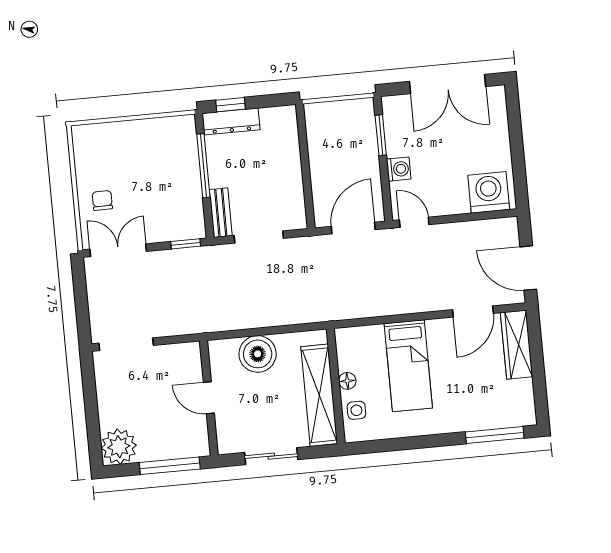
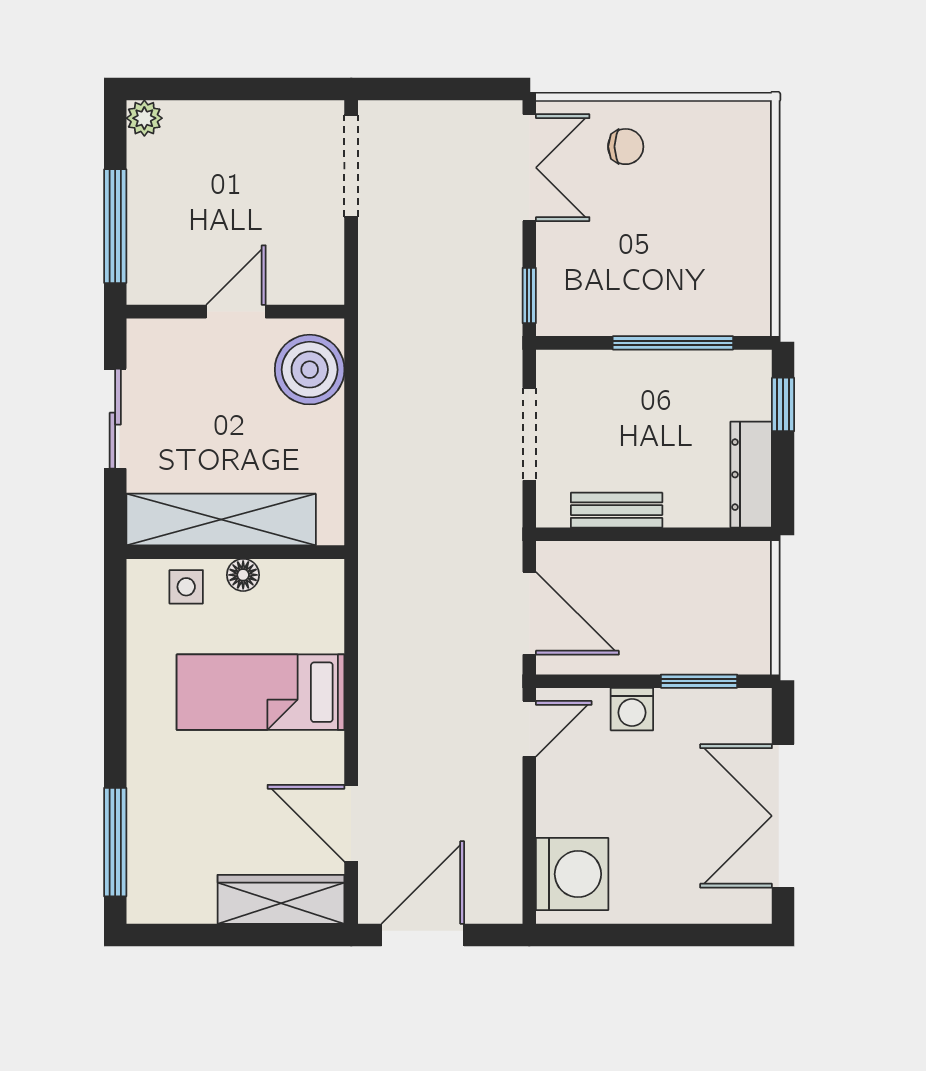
dresser: (231, 121) -> (751, 475), moved
bench: (221, 213) -> (617, 510), moved
boiler: (258, 354) -> (310, 370), moved
plant: (119, 447) -> (144, 118), width x0.53, depth x0.53

